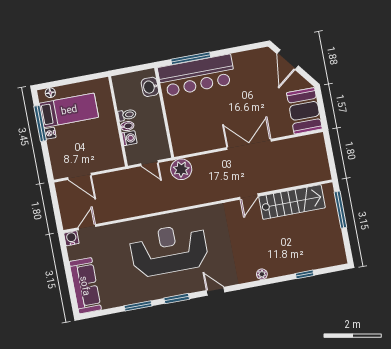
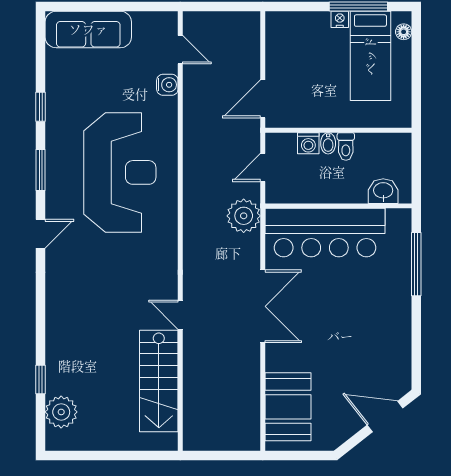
bar counter: (197, 76) -> (325, 233), moved, turned -90
booth: (304, 111) -> (288, 407), moved, turned 90
double door: (249, 144) -> (263, 306), moved
door: (80, 176) -> (263, 99), moved
window: (340, 210) -> (132, 455), removed
water cooler: (71, 238) -> (167, 85), moved
plant: (262, 274) -> (61, 412), moved, width x1.88, depth x1.88
window: (138, 306) -> (41, 107), width x0.67

